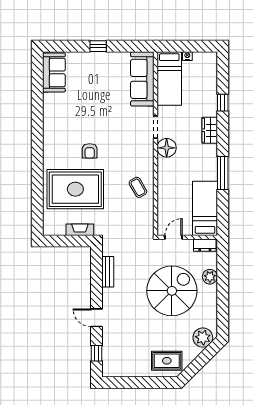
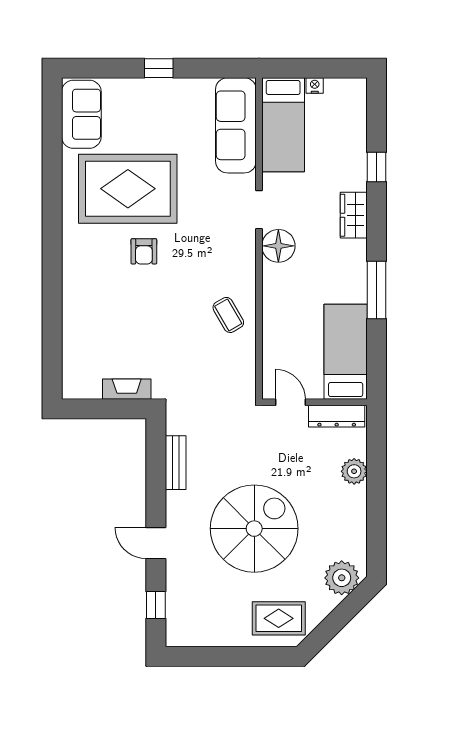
rug: (75, 189) -> (128, 189), moved
door: (174, 237) -> (290, 402), hinge flipped
dresser: (205, 245) -> (337, 416), width x1.44
spiral stairs: (172, 291) -> (254, 529), moved

